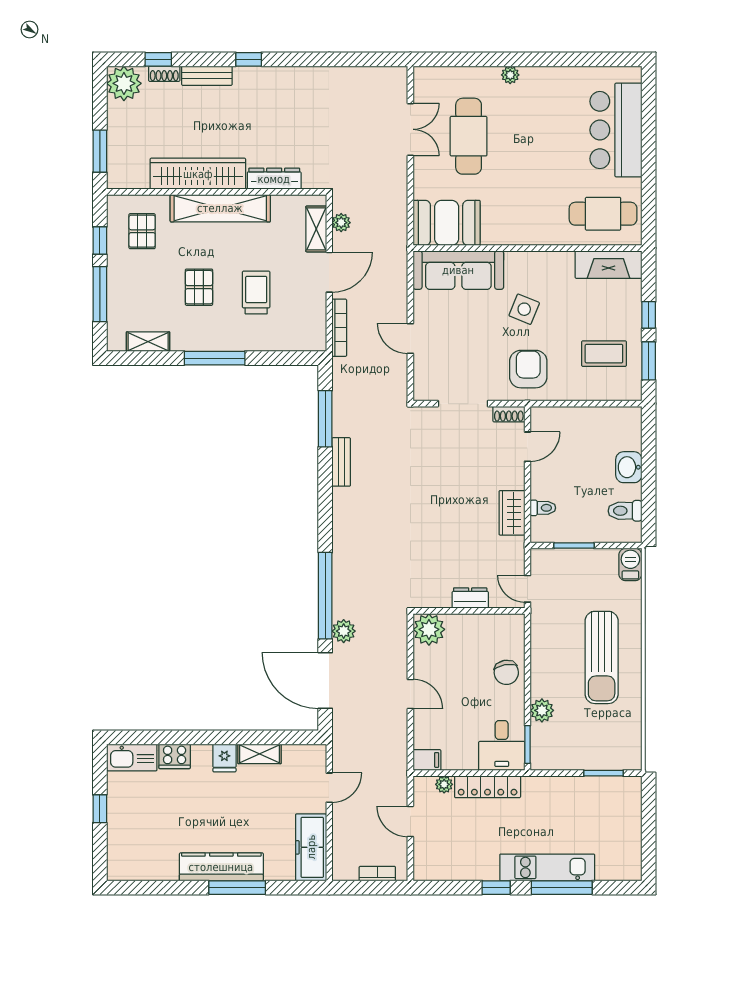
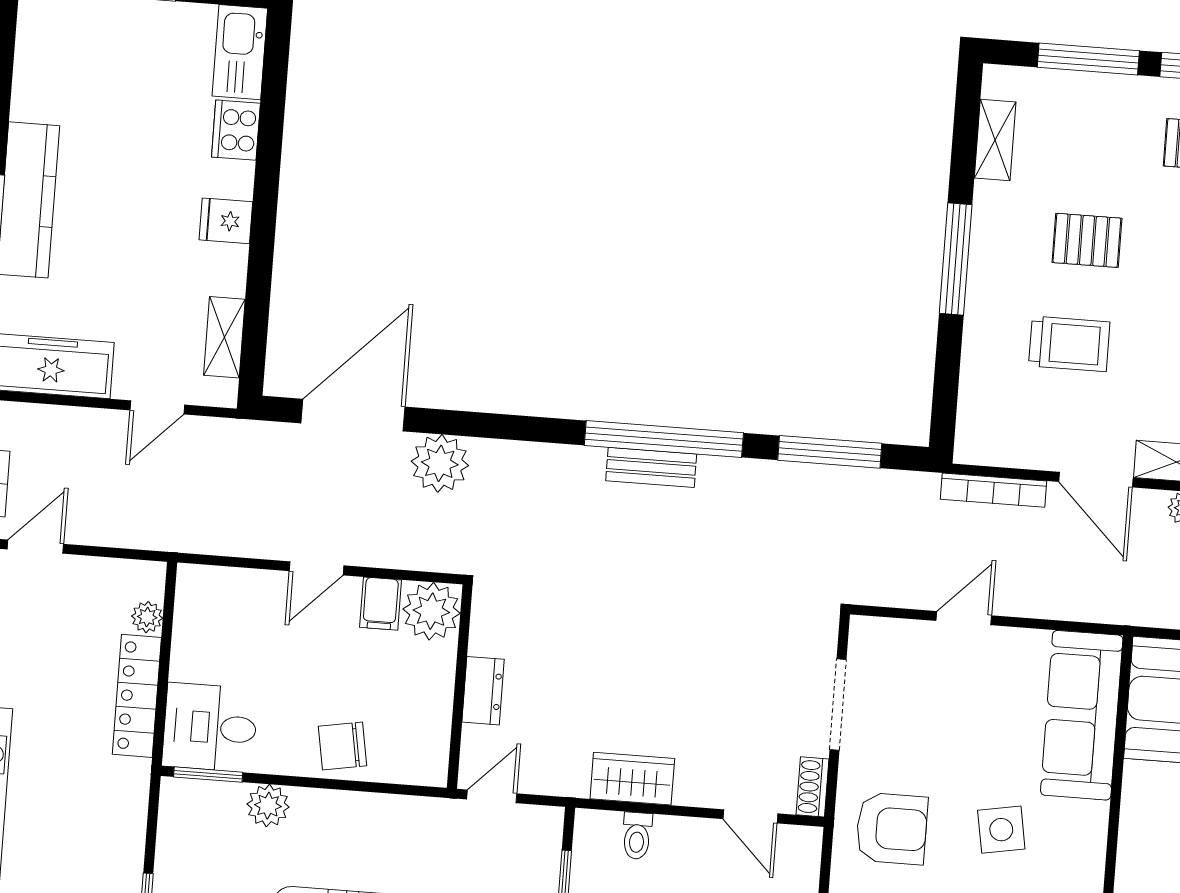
side table: (524, 309) -> (1001, 830), turned -32
bench: (341, 462) -> (651, 467), moved
window: (325, 596) -> (664, 439), moved
plant: (344, 631) -> (440, 463), width x1.36, depth x1.36
shelving: (259, 754) -> (224, 337), moved
filing cabinet: (427, 760) -> (381, 604), moved
door: (329, 788) -> (157, 407), hinge flipped
door: (410, 821) -> (35, 547), moved

